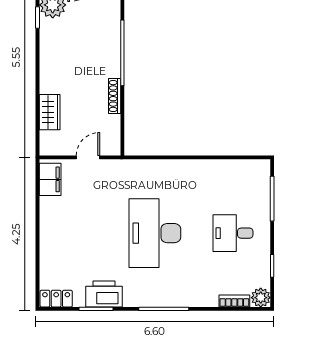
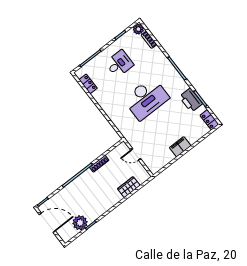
locker: (239, 167) -> (88, 84), added
filing cabinet: (50, 179) -> (180, 147), moved
desk: (233, 233) -> (119, 64), turned -90

